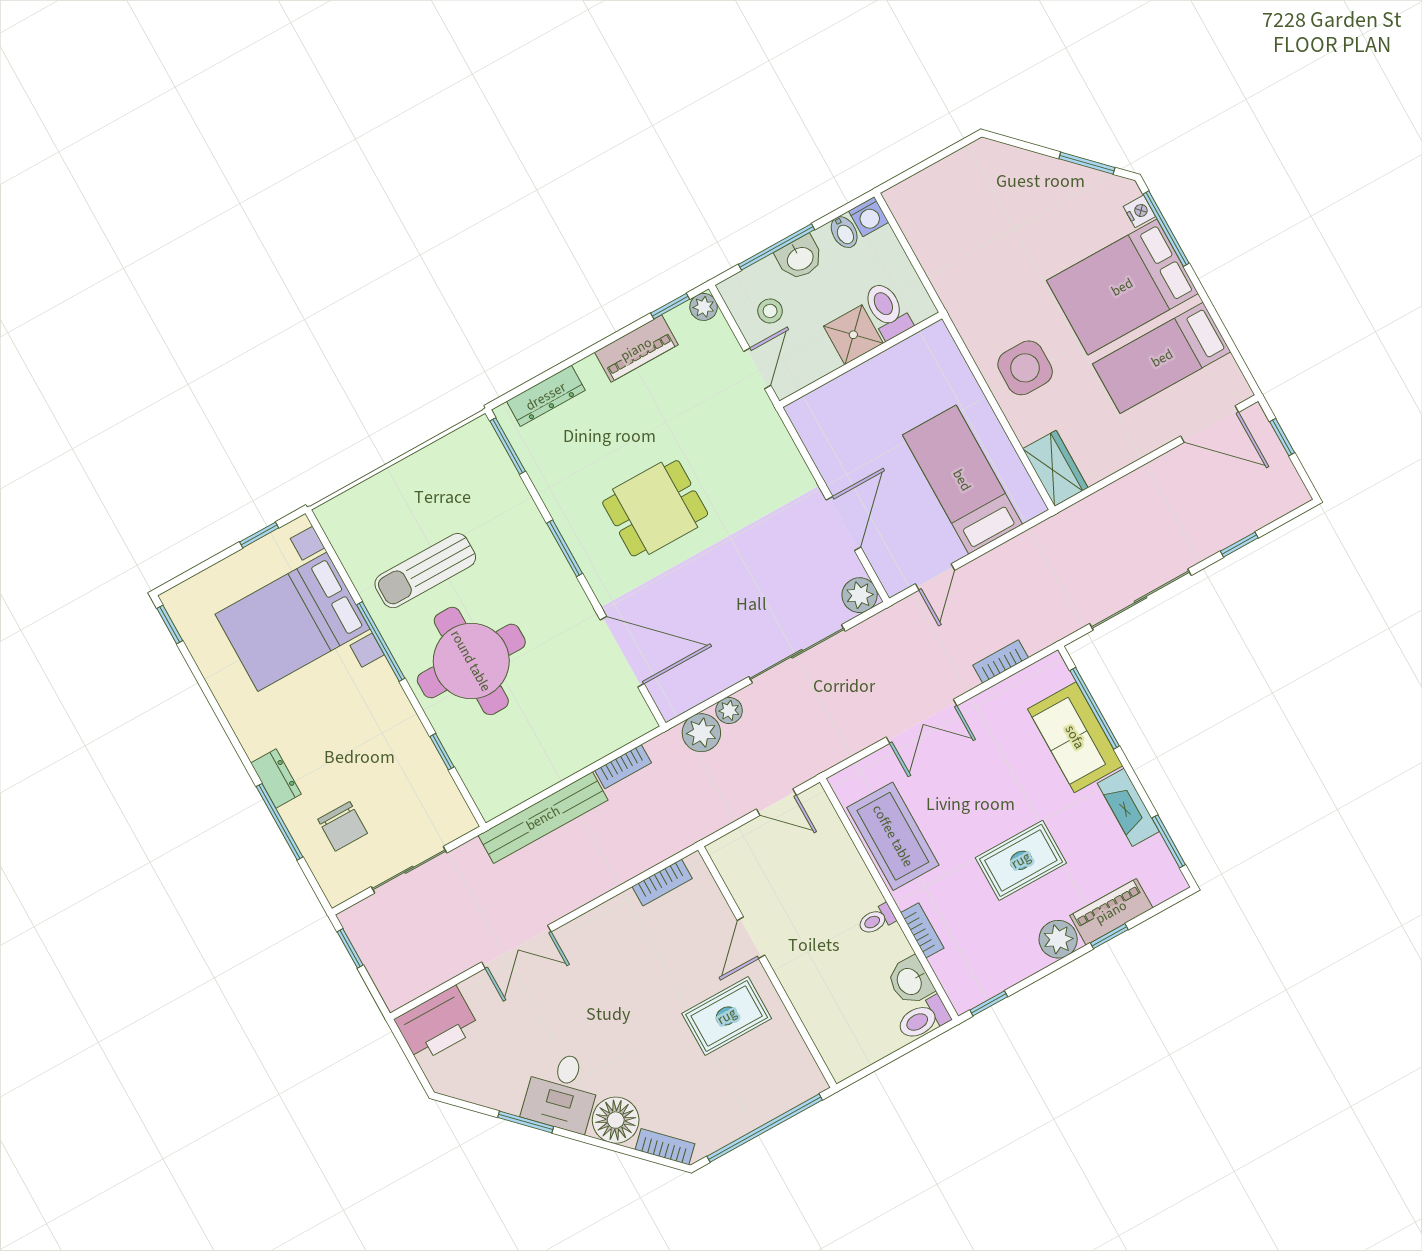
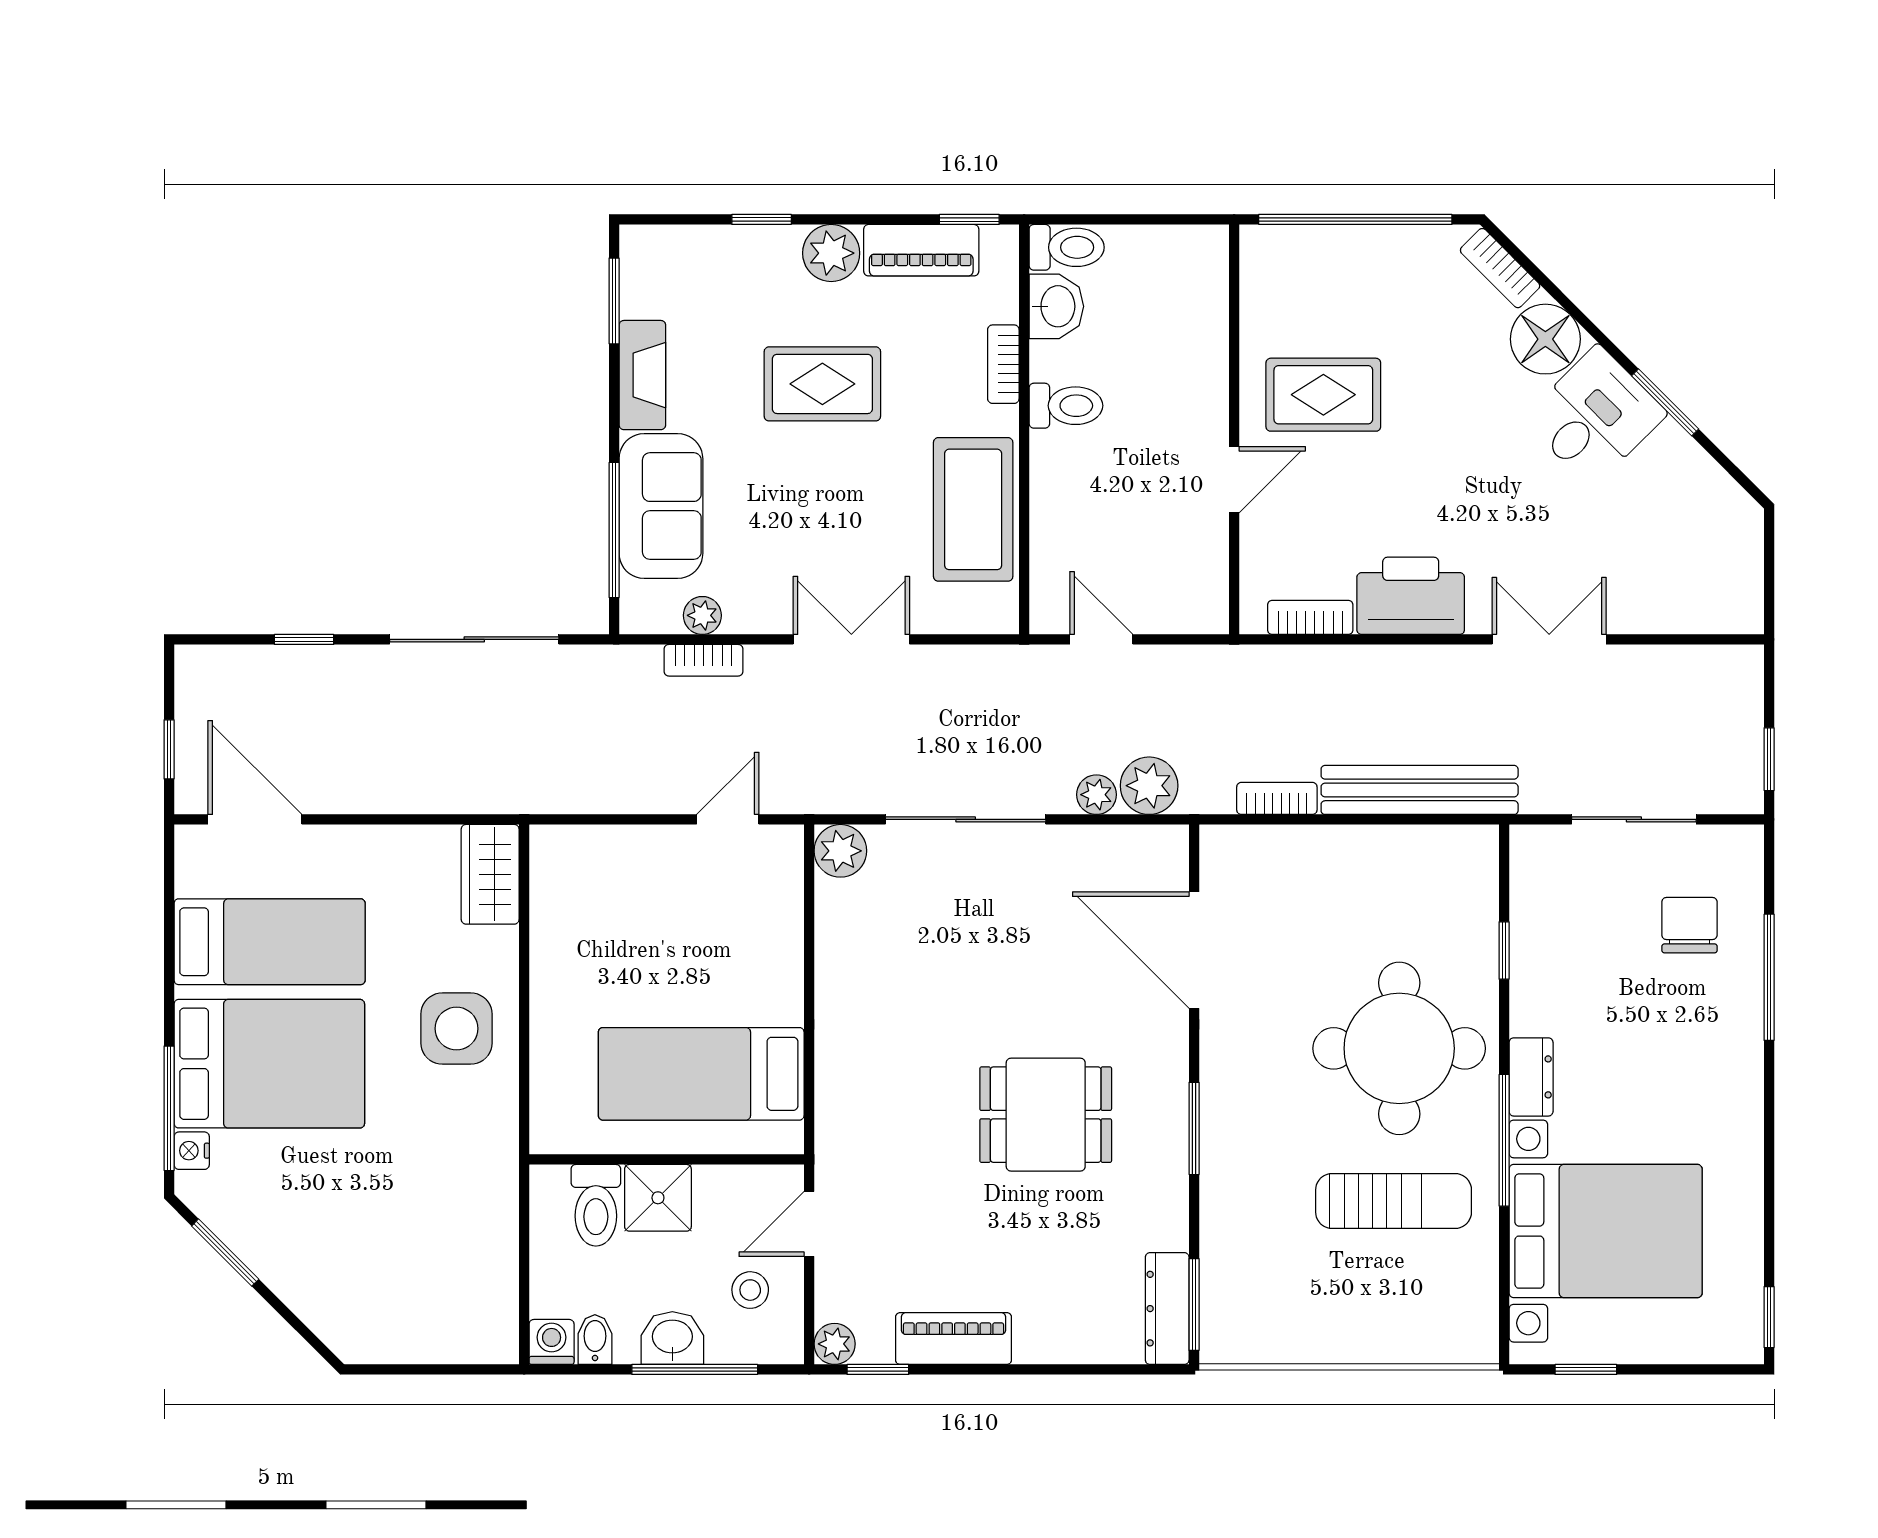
dresser: (546, 396) -> (1167, 1309), moved, turned -90
bed: (962, 480) -> (701, 1074), moved, turned 90
door: (844, 524) -> (809, 957), removed
plant: (1016, 687) -> (702, 615), added
dresser: (276, 778) -> (1531, 1077), moved, turned 180
piano: (1111, 912) -> (921, 250), moved
toilet: (876, 920) -> (1066, 406), width x1.37, depth x1.39
printer: (437, 1024) -> (1411, 596), moved

